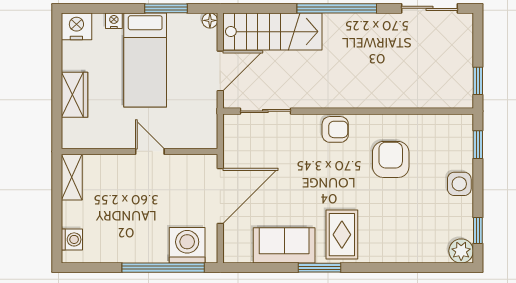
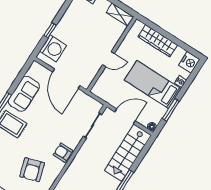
door: (220, 71) -> (125, 116), swing flipped
wardrobe: (74, 95) -> (158, 41), width x1.50
armchair: (335, 129) -> (63, 153), turned 90
armchair: (391, 159) -> (32, 170), turned 73
window: (163, 268) -> (50, 30), width x0.32

